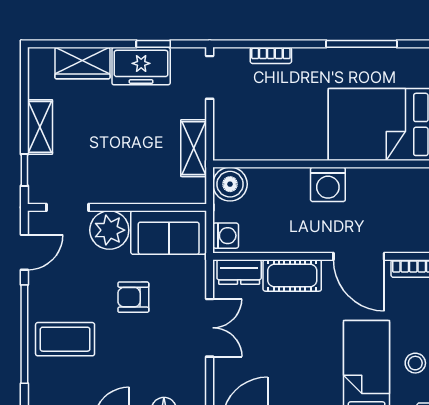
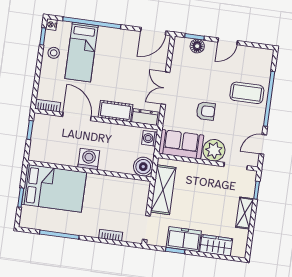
shelving: (194, 148) -> (163, 190), width x1.50, depth x1.33

